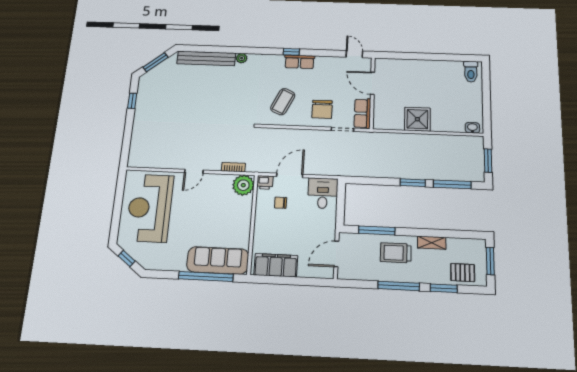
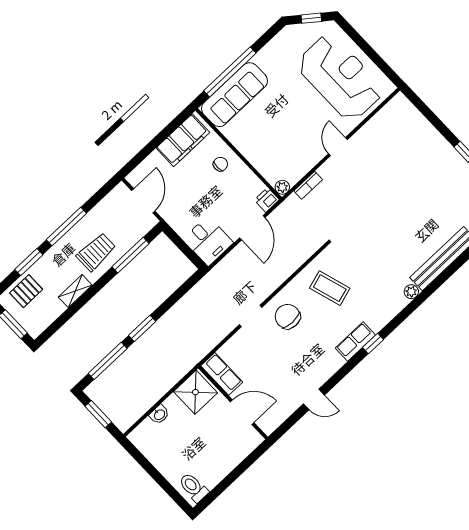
door: (373, 83) -> (242, 412), moved
wall: (372, 93) -> (233, 403), moved
coffee table: (283, 102) -> (330, 288), turned -42
row of seats: (362, 113) -> (222, 374), moved
washbasin: (472, 128) -> (159, 414), moved
plant: (243, 185) -> (282, 187), width x0.53, depth x0.53
chair: (281, 203) -> (220, 164), moved

